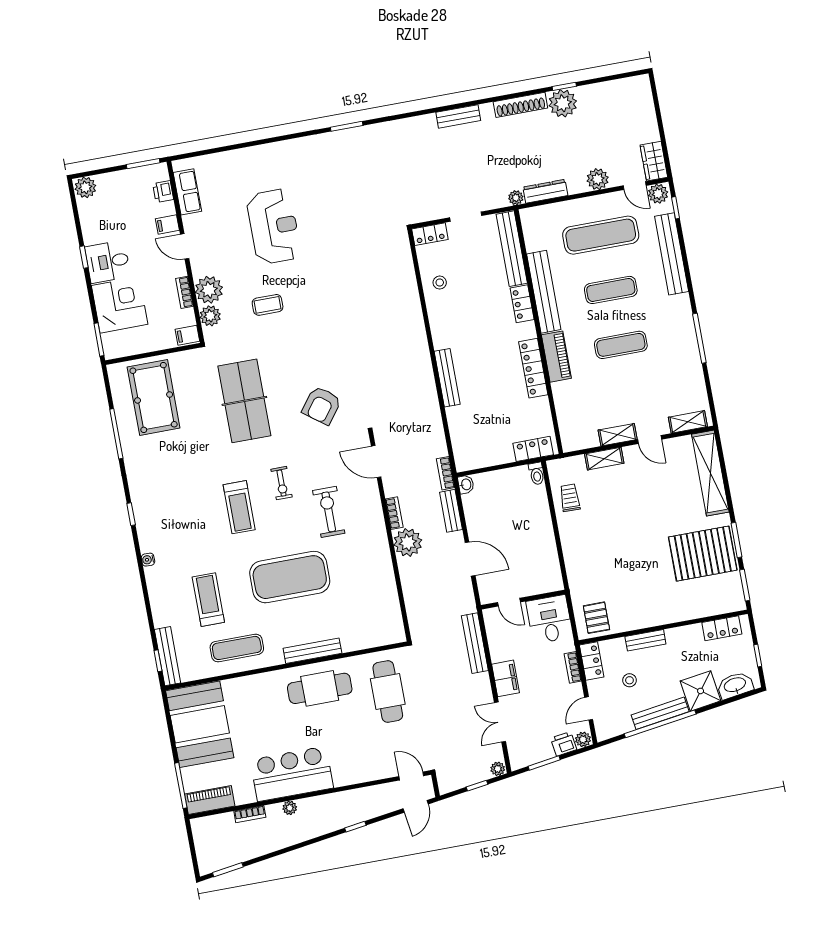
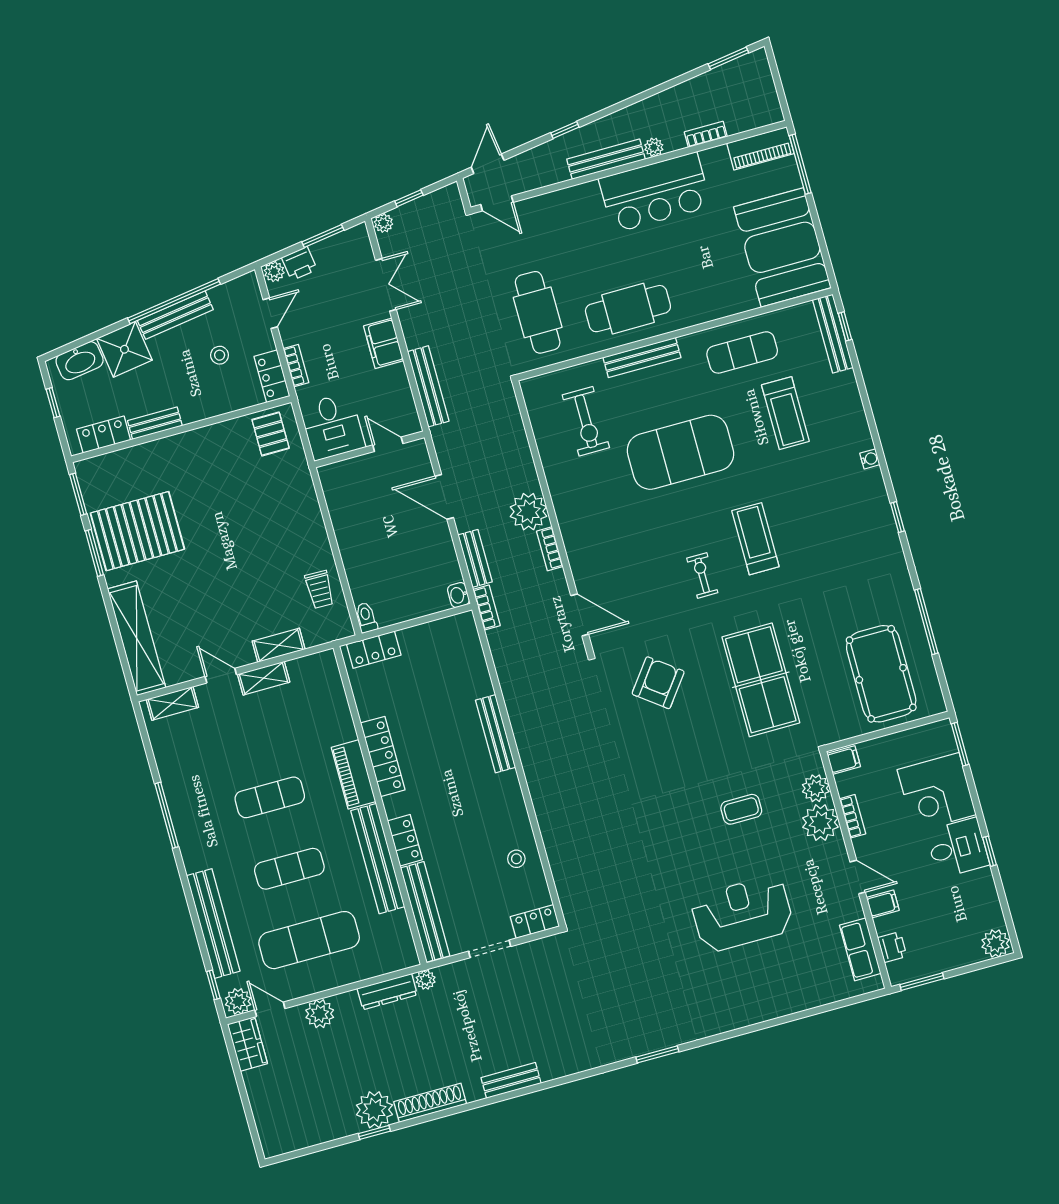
reception desk: (274, 226) -> (742, 914), turned 90
exercise bike: (329, 512) -> (586, 421), moved
bench: (645, 640) -> (155, 423), moved
bench: (326, 802) -> (606, 159), added

